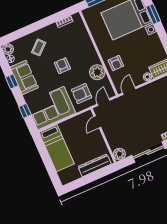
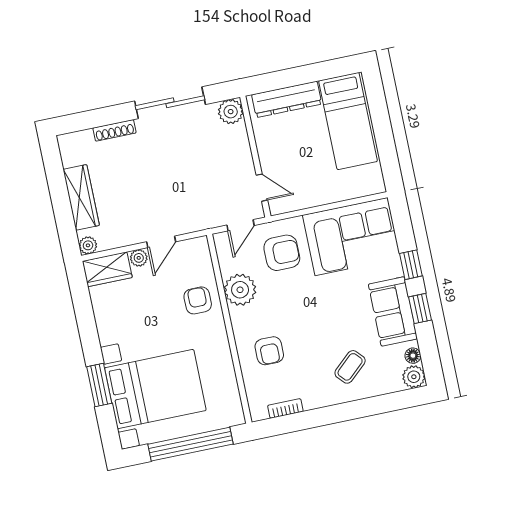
armchair: (62, 66) -> (269, 351), moved
door: (129, 91) -> (161, 242), moved
window: (25, 111) -> (411, 265), moved
door: (97, 122) -> (262, 188), hinge flipped
bed: (57, 148) -> (348, 121), moved, turned 180

